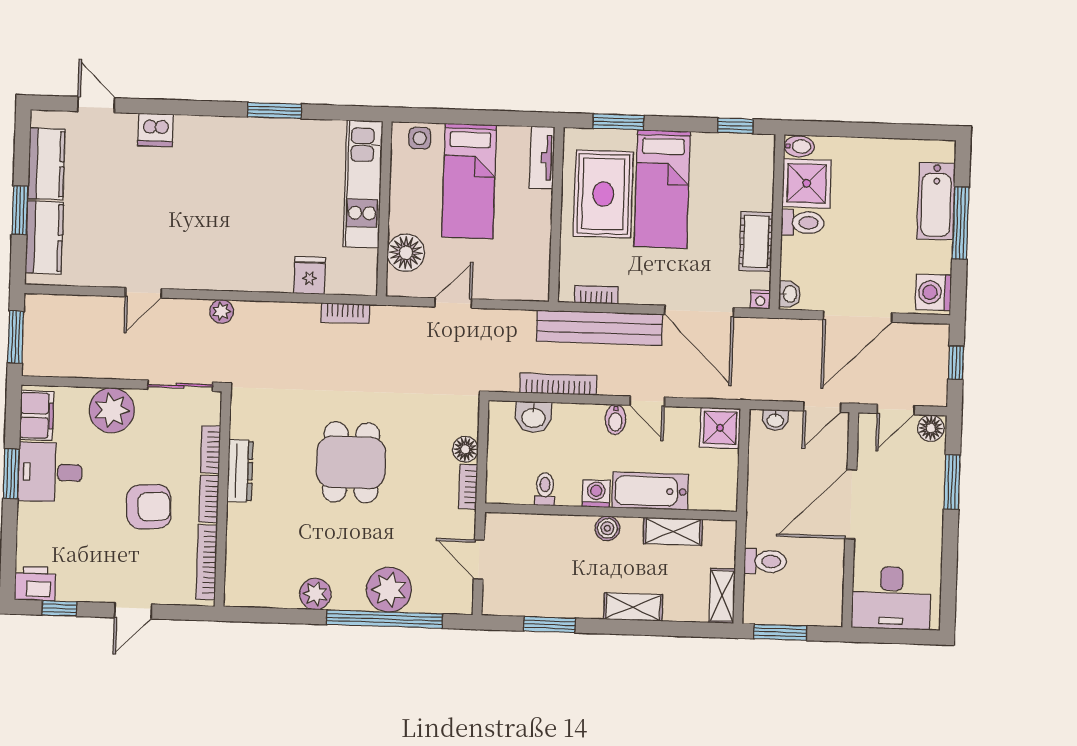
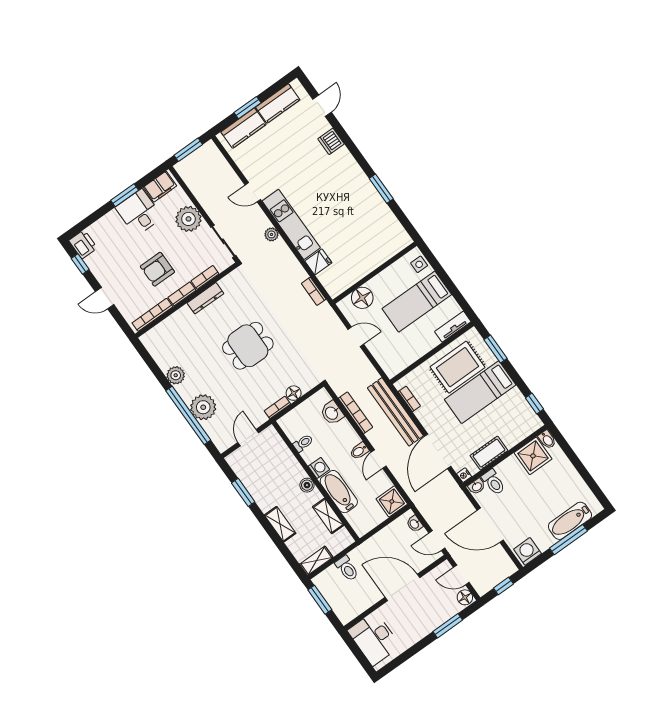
kitchen unit: (363, 184) -> (291, 224), moved, turned 90
toilet: (803, 223) -> (493, 482), moved
armchair: (149, 507) -> (157, 269), turned 94

